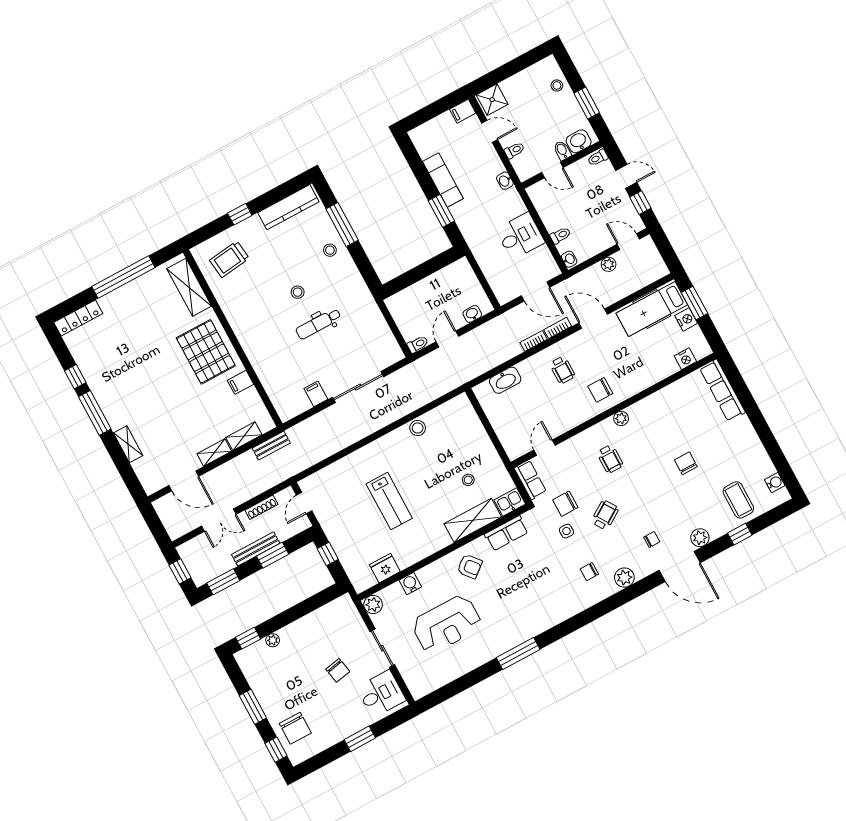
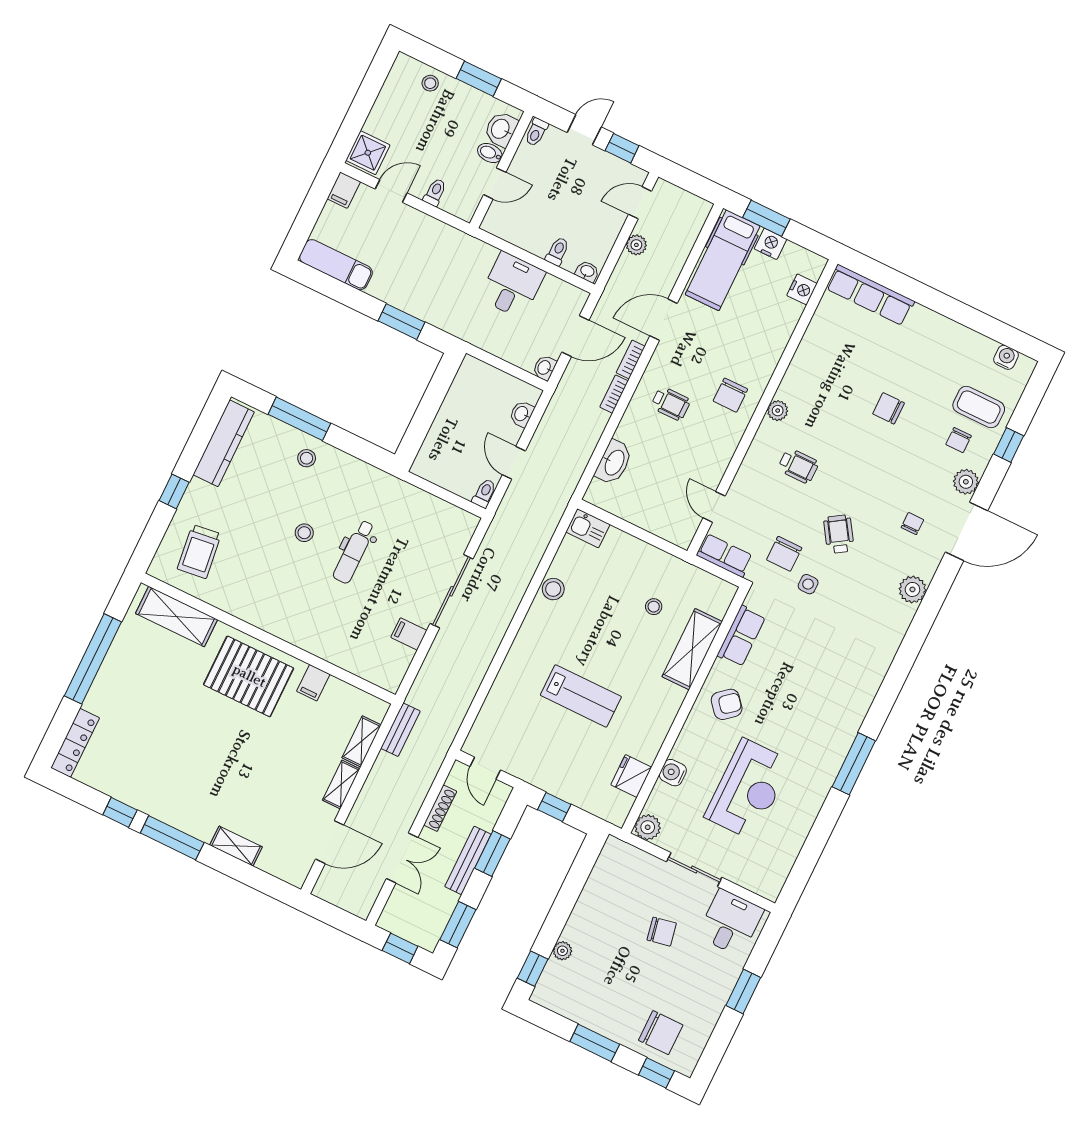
exam couch: (443, 180) -> (336, 265), moved
washbasin: (505, 181) -> (545, 368), moved, turned 90
kitchen sink: (510, 502) -> (588, 528), moved, turned -90
chair: (589, 572) -> (959, 440), moved

